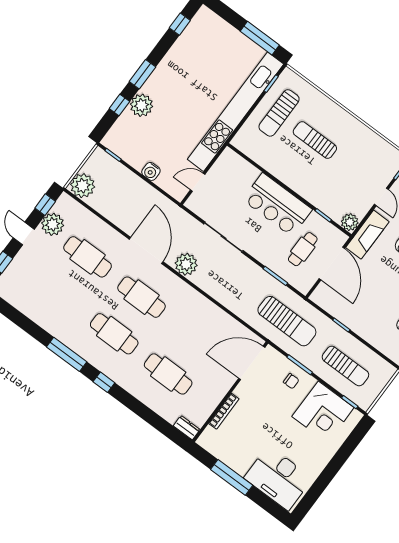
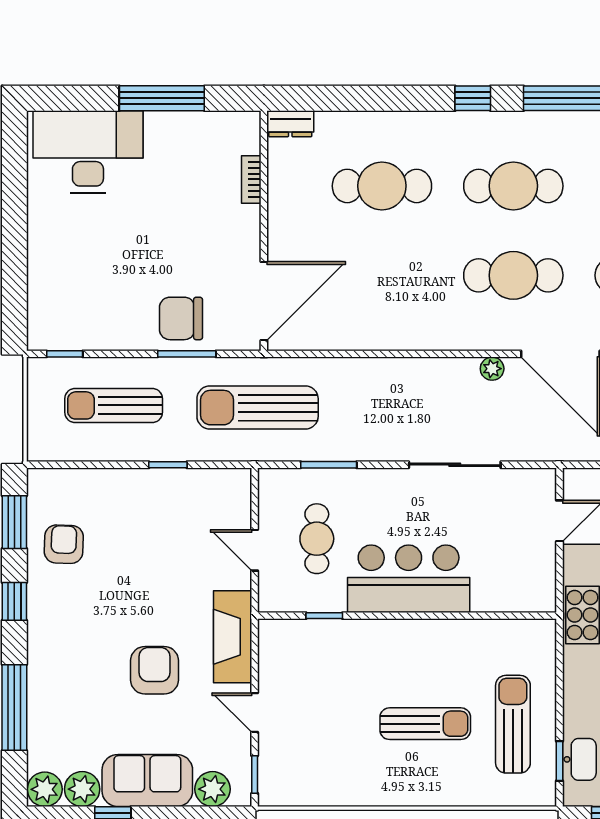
plant: (350, 222) -> (275, 636), removed
door: (332, 263) -> (255, 550), width x0.53
plant: (186, 264) -> (492, 369), width x0.53, depth x0.53
chair: (291, 381) -> (181, 318), width x1.87, depth x1.87
bookcase: (224, 411) -> (251, 179), width x0.64
corner desk: (323, 412) -> (95, 307), removed

